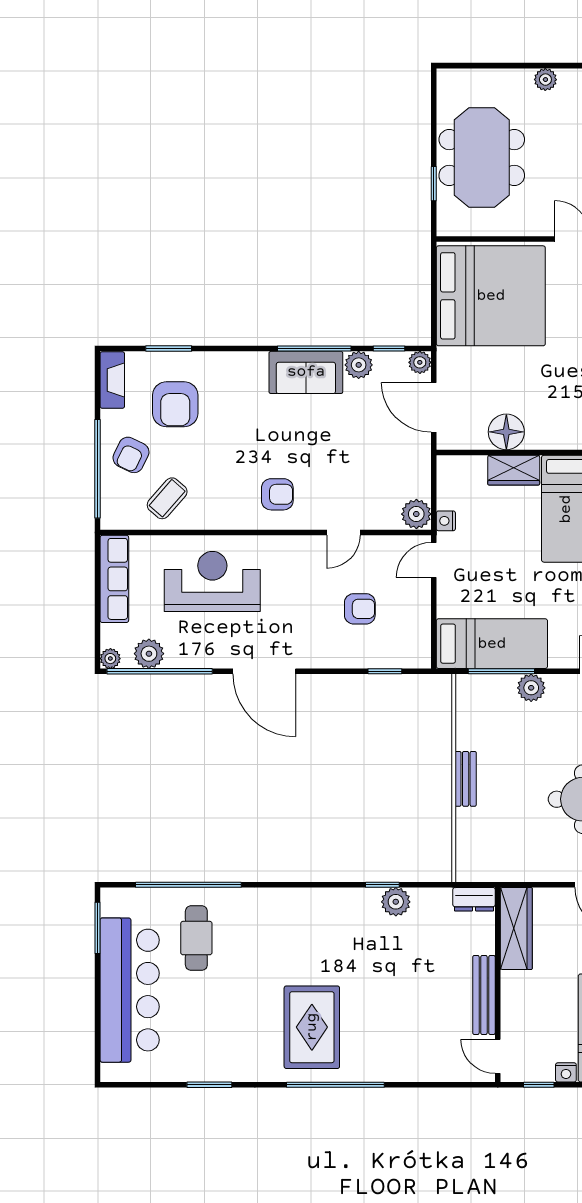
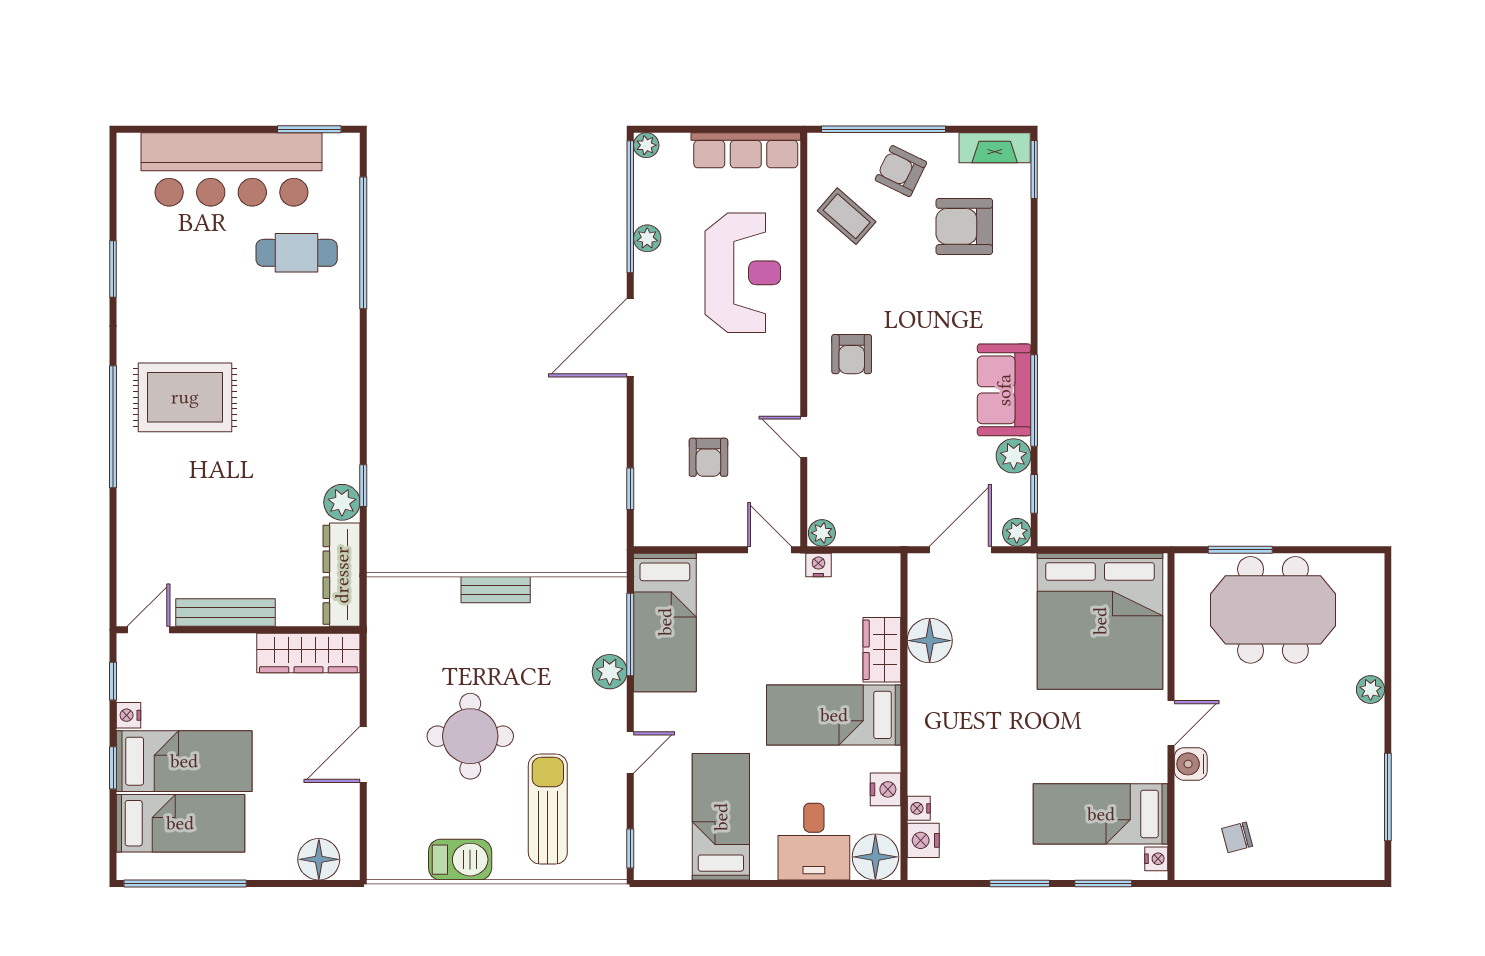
window: (434, 184) -> (1240, 550), width x1.50
window: (169, 348) -> (1034, 169), moved
plant: (416, 514) -> (822, 533), width x0.73, depth x0.73
plant: (149, 654) -> (647, 238), moved, width x0.73, depth x0.73
dresser: (474, 899) -> (342, 575), width x1.96, depth x1.24

